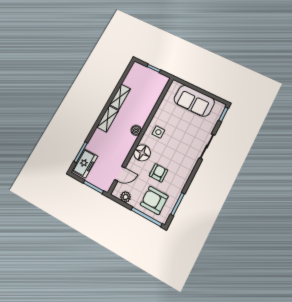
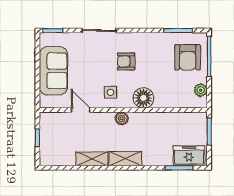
armchair: (158, 173) -> (126, 61), moved
door: (120, 174) -> (81, 110), moved

